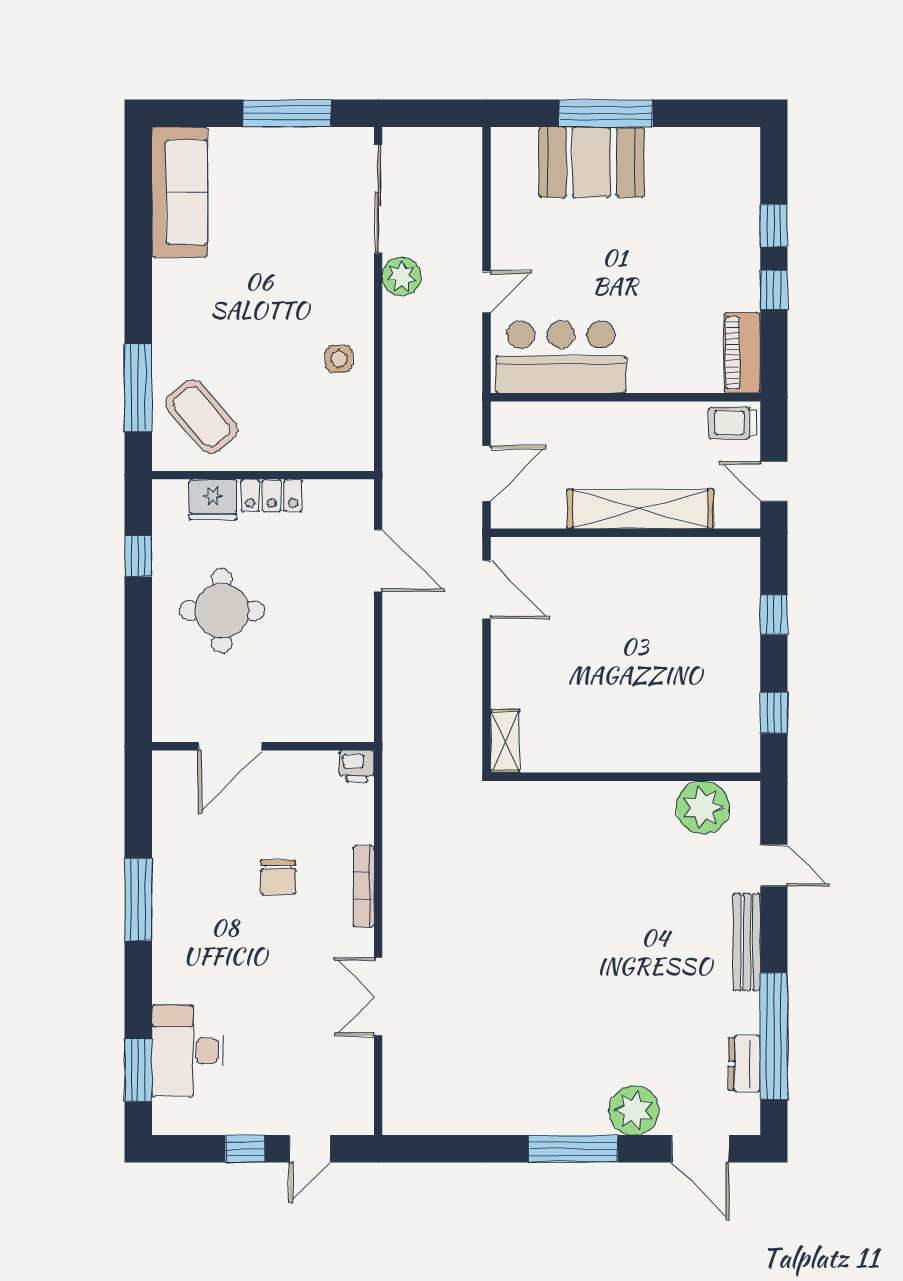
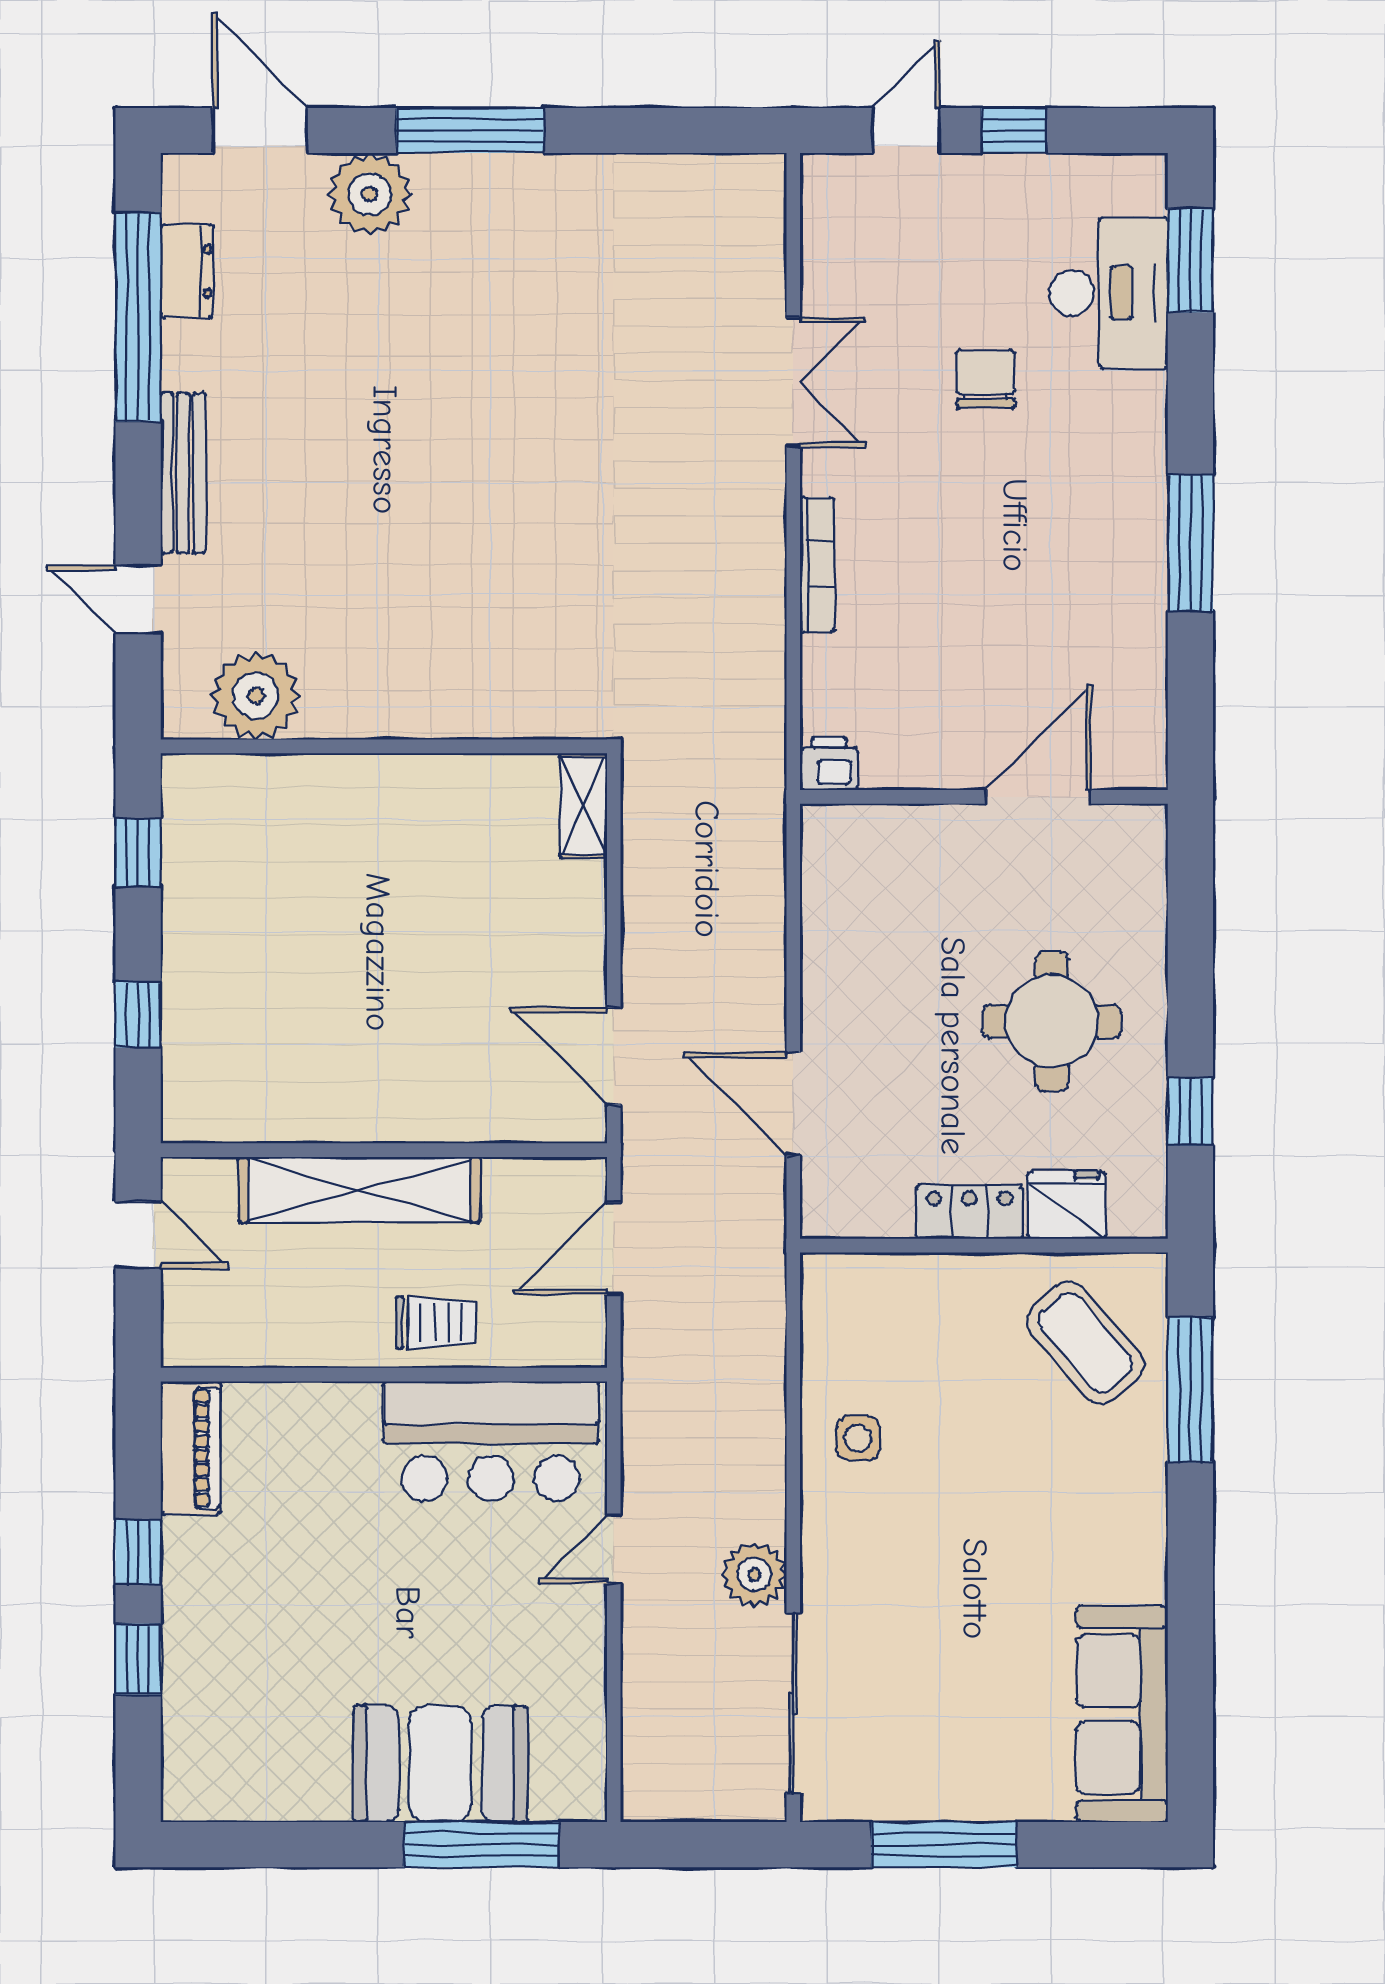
window: (606, 113) -> (481, 1845), moved
trolley: (733, 423) -> (436, 1323), moved
chair: (278, 877) -> (986, 379), moved

